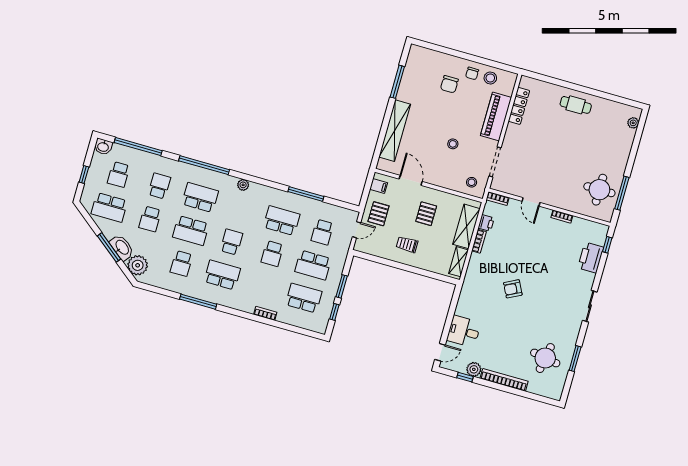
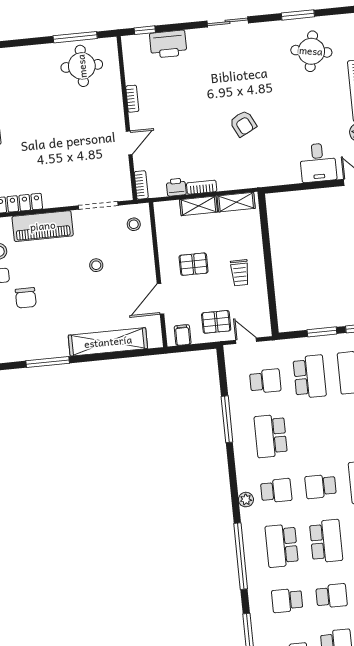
chair: (449, 84) -> (26, 298), turned 90
shelving: (466, 226) -> (198, 206), width x0.67, depth x0.75
school desk: (272, 254) -> (276, 491), moved

